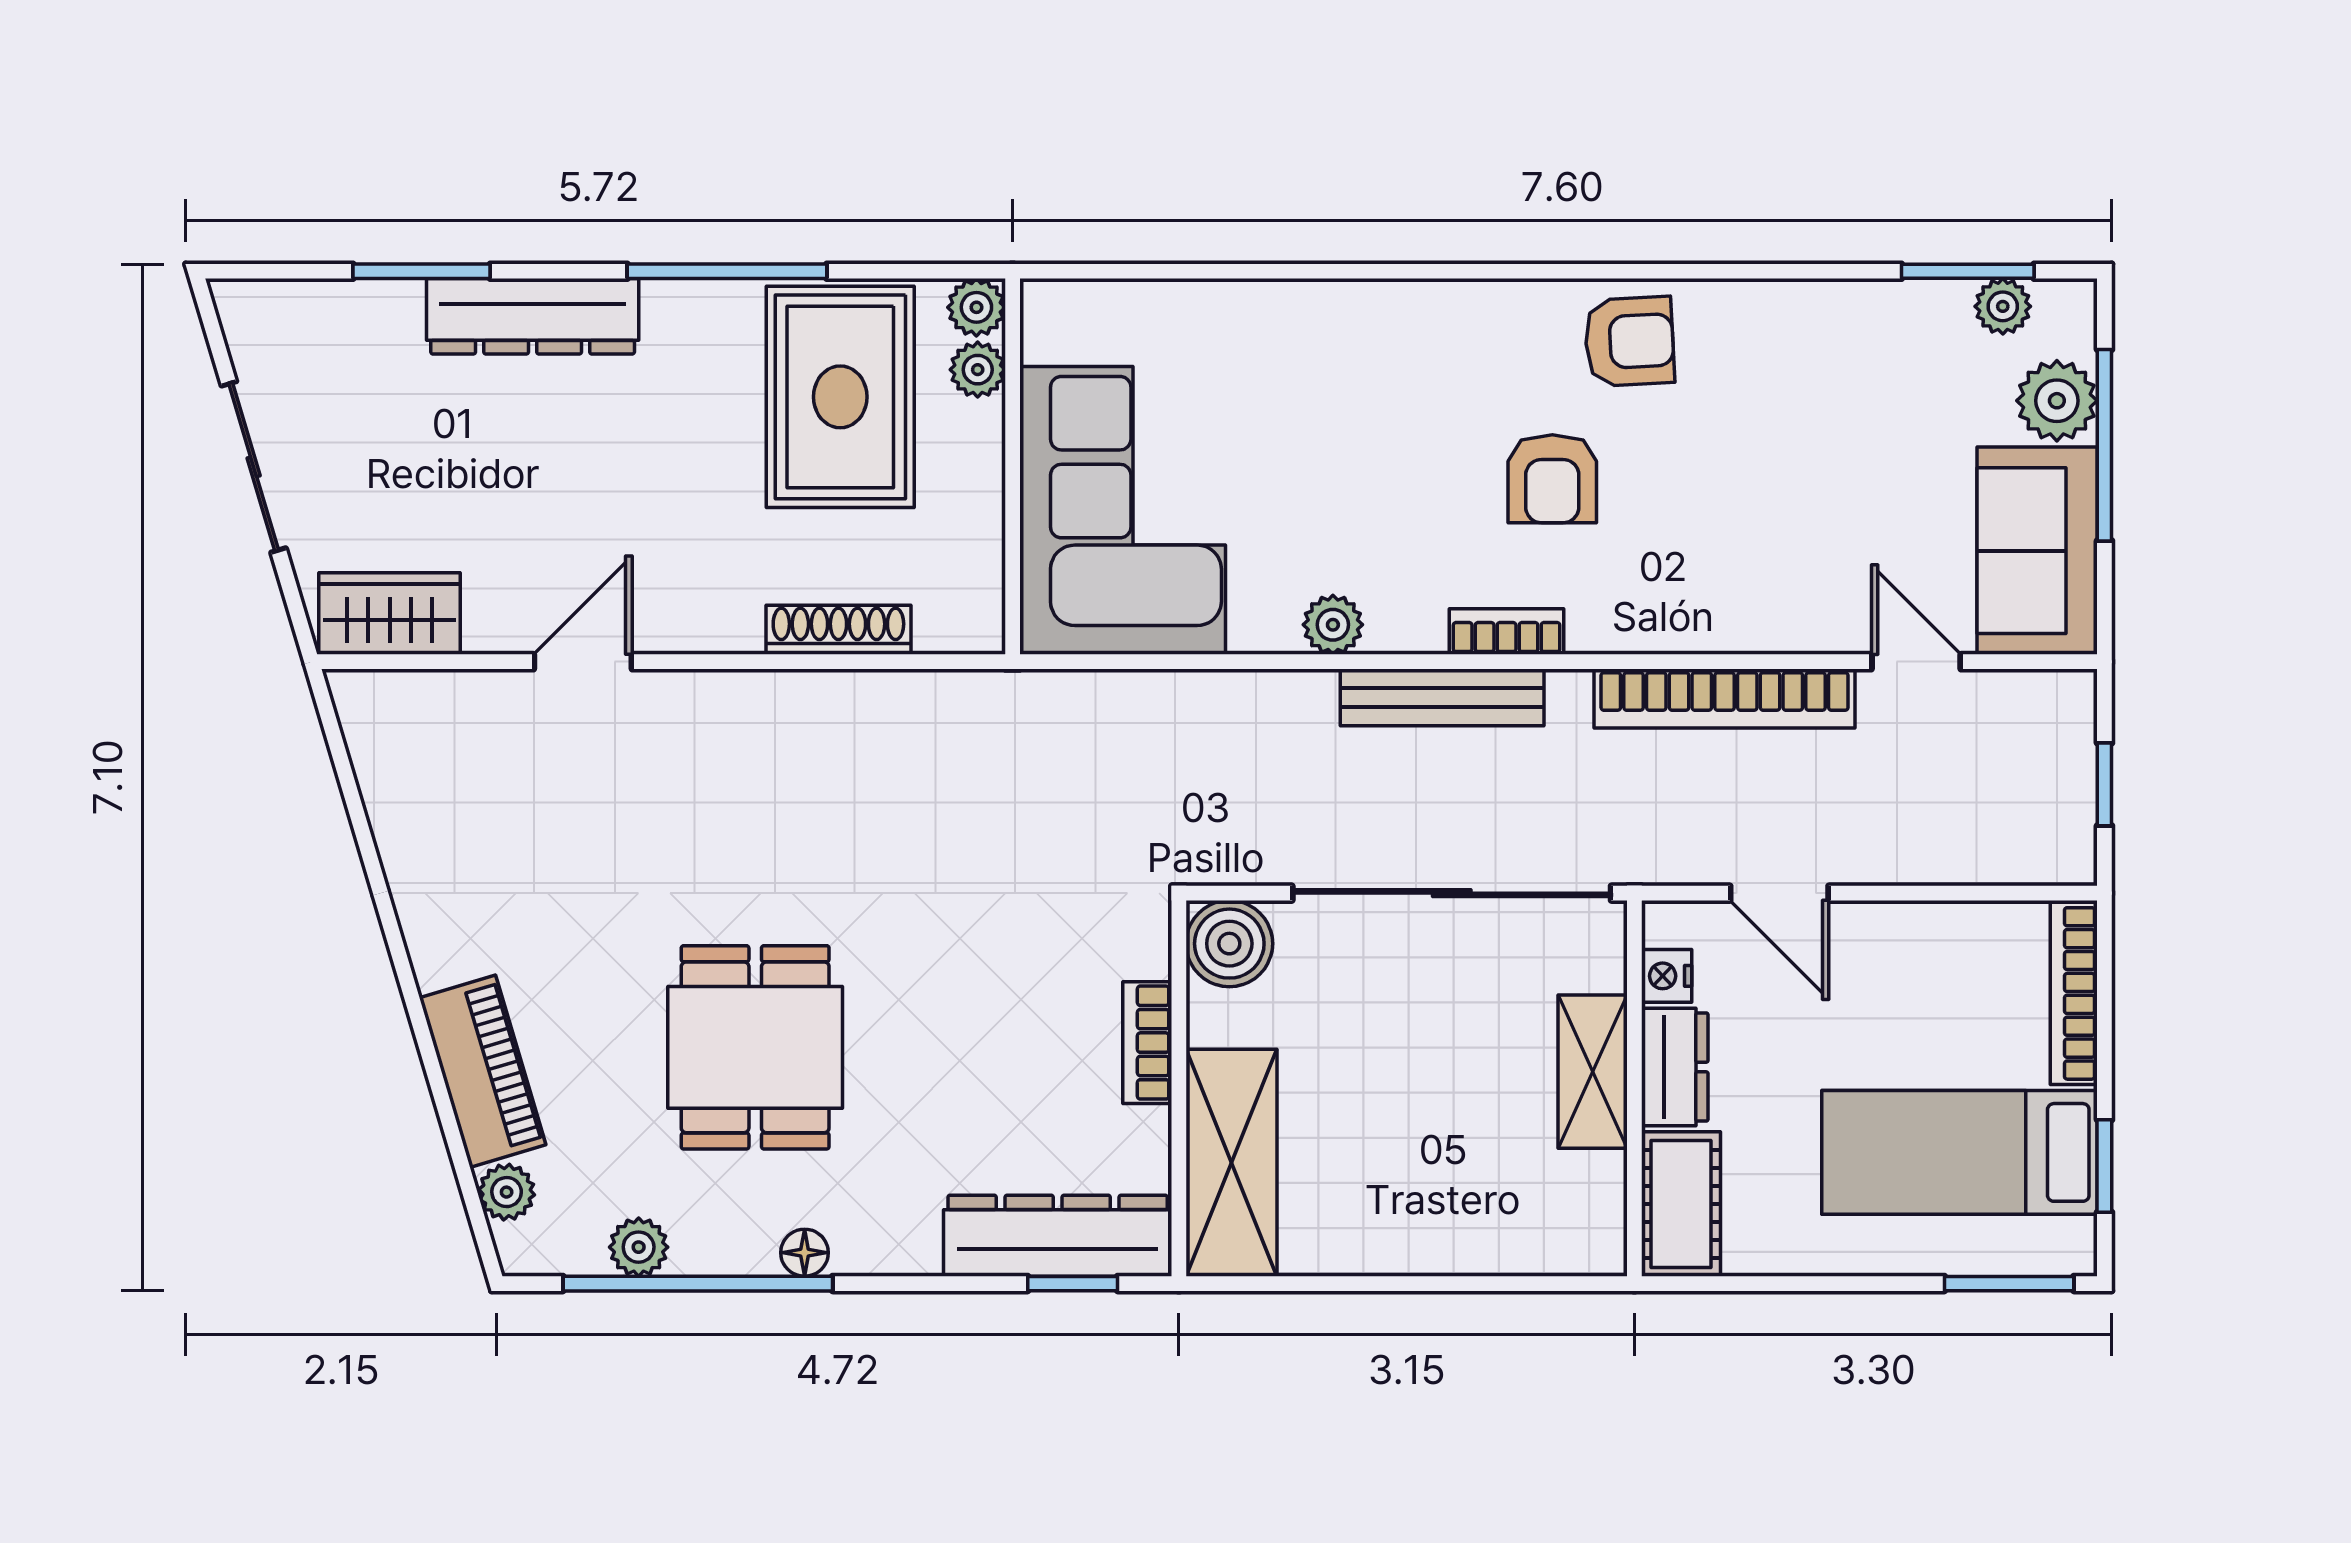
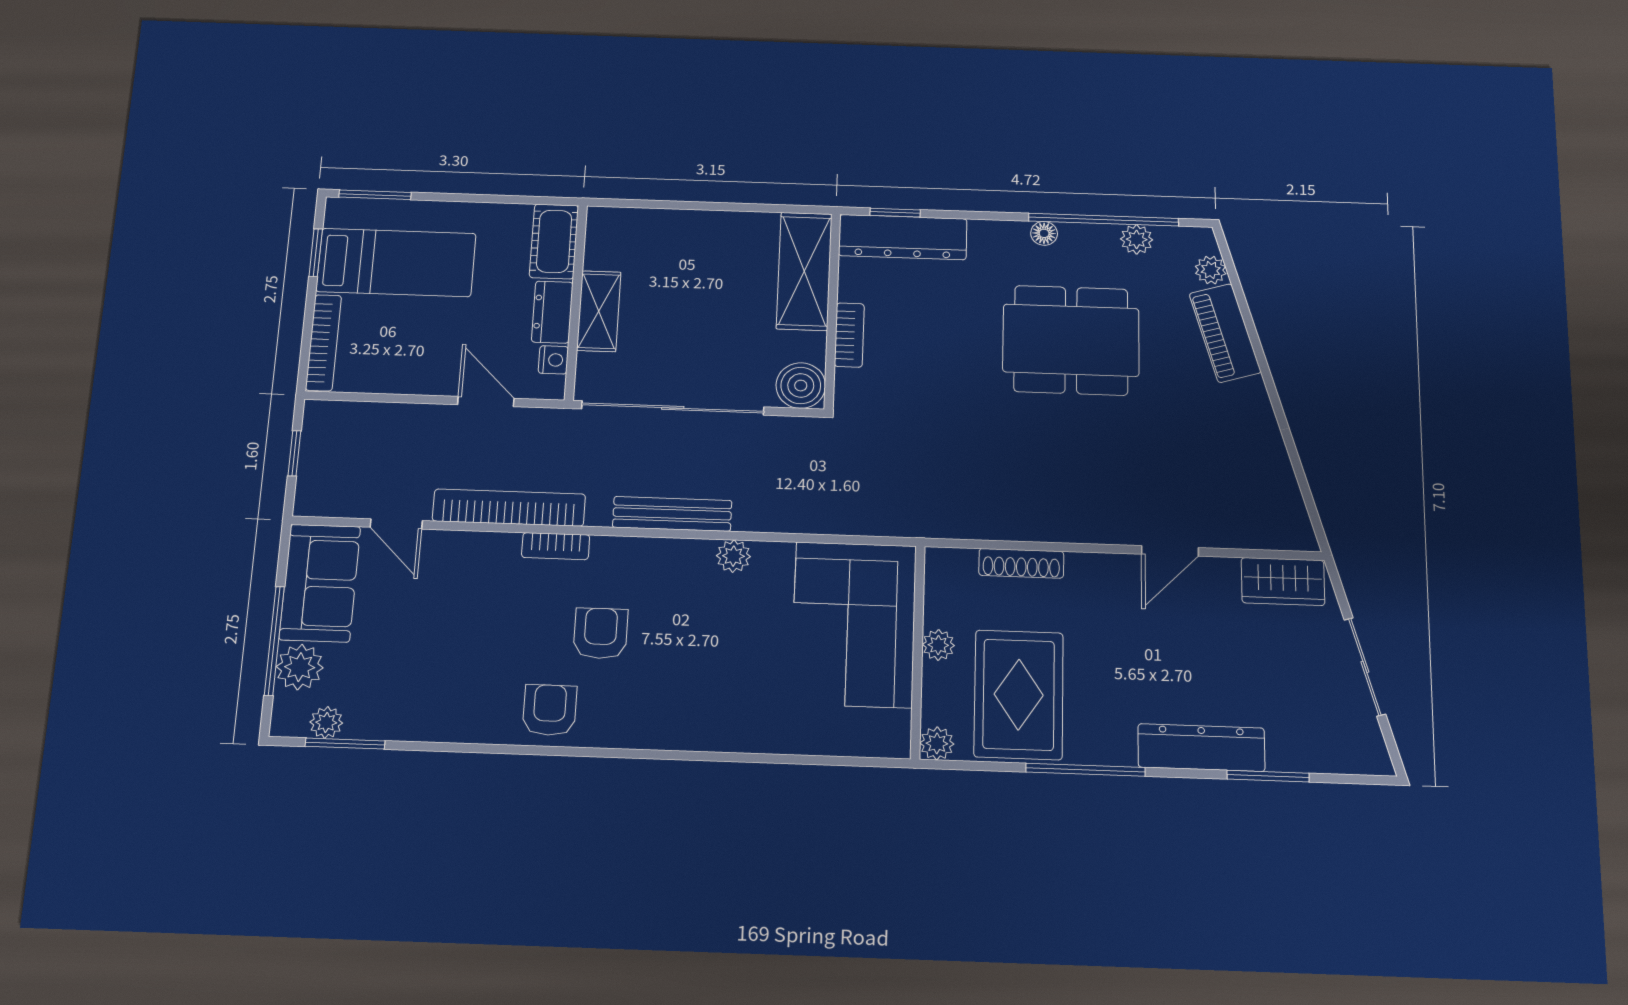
armchair: (1629, 341) -> (550, 710), turned 93
plant: (978, 370) -> (938, 645), moved
bookcase: (1507, 632) -> (556, 546), moved
dining table: (755, 1047) -> (1071, 340), width x1.38

